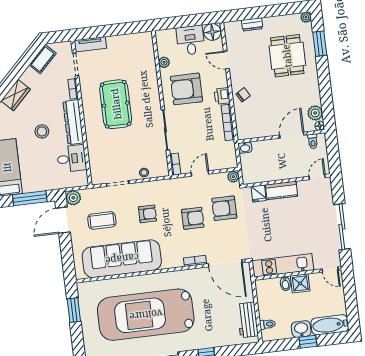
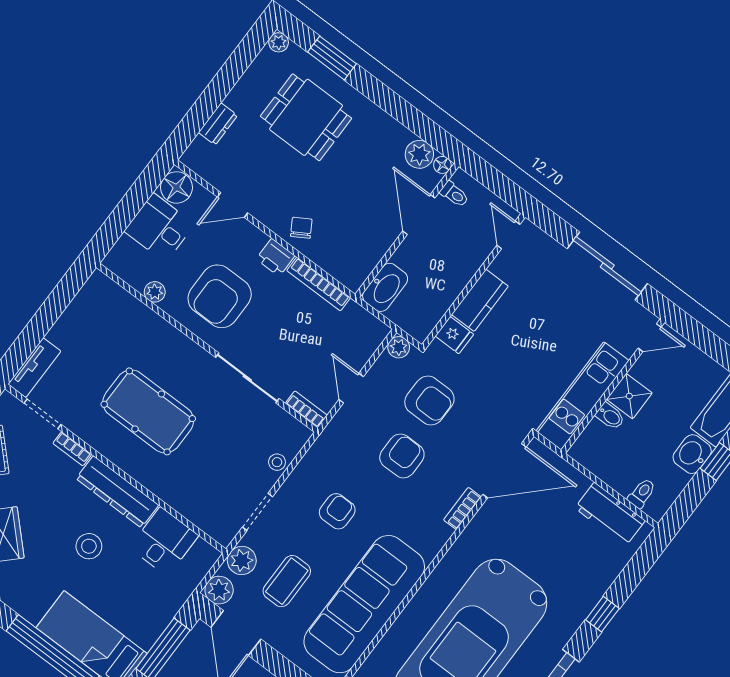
washbasin: (245, 148) -> (385, 287), width x1.91, depth x1.45
plant: (93, 195) -> (242, 561), added
armchair: (224, 208) -> (429, 400), turned -90

